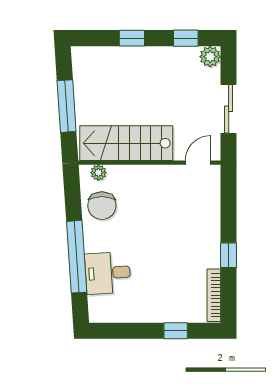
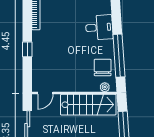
window: (229, 255) -> (27, 49), moved
window: (77, 257) -> (119, 56), moved

